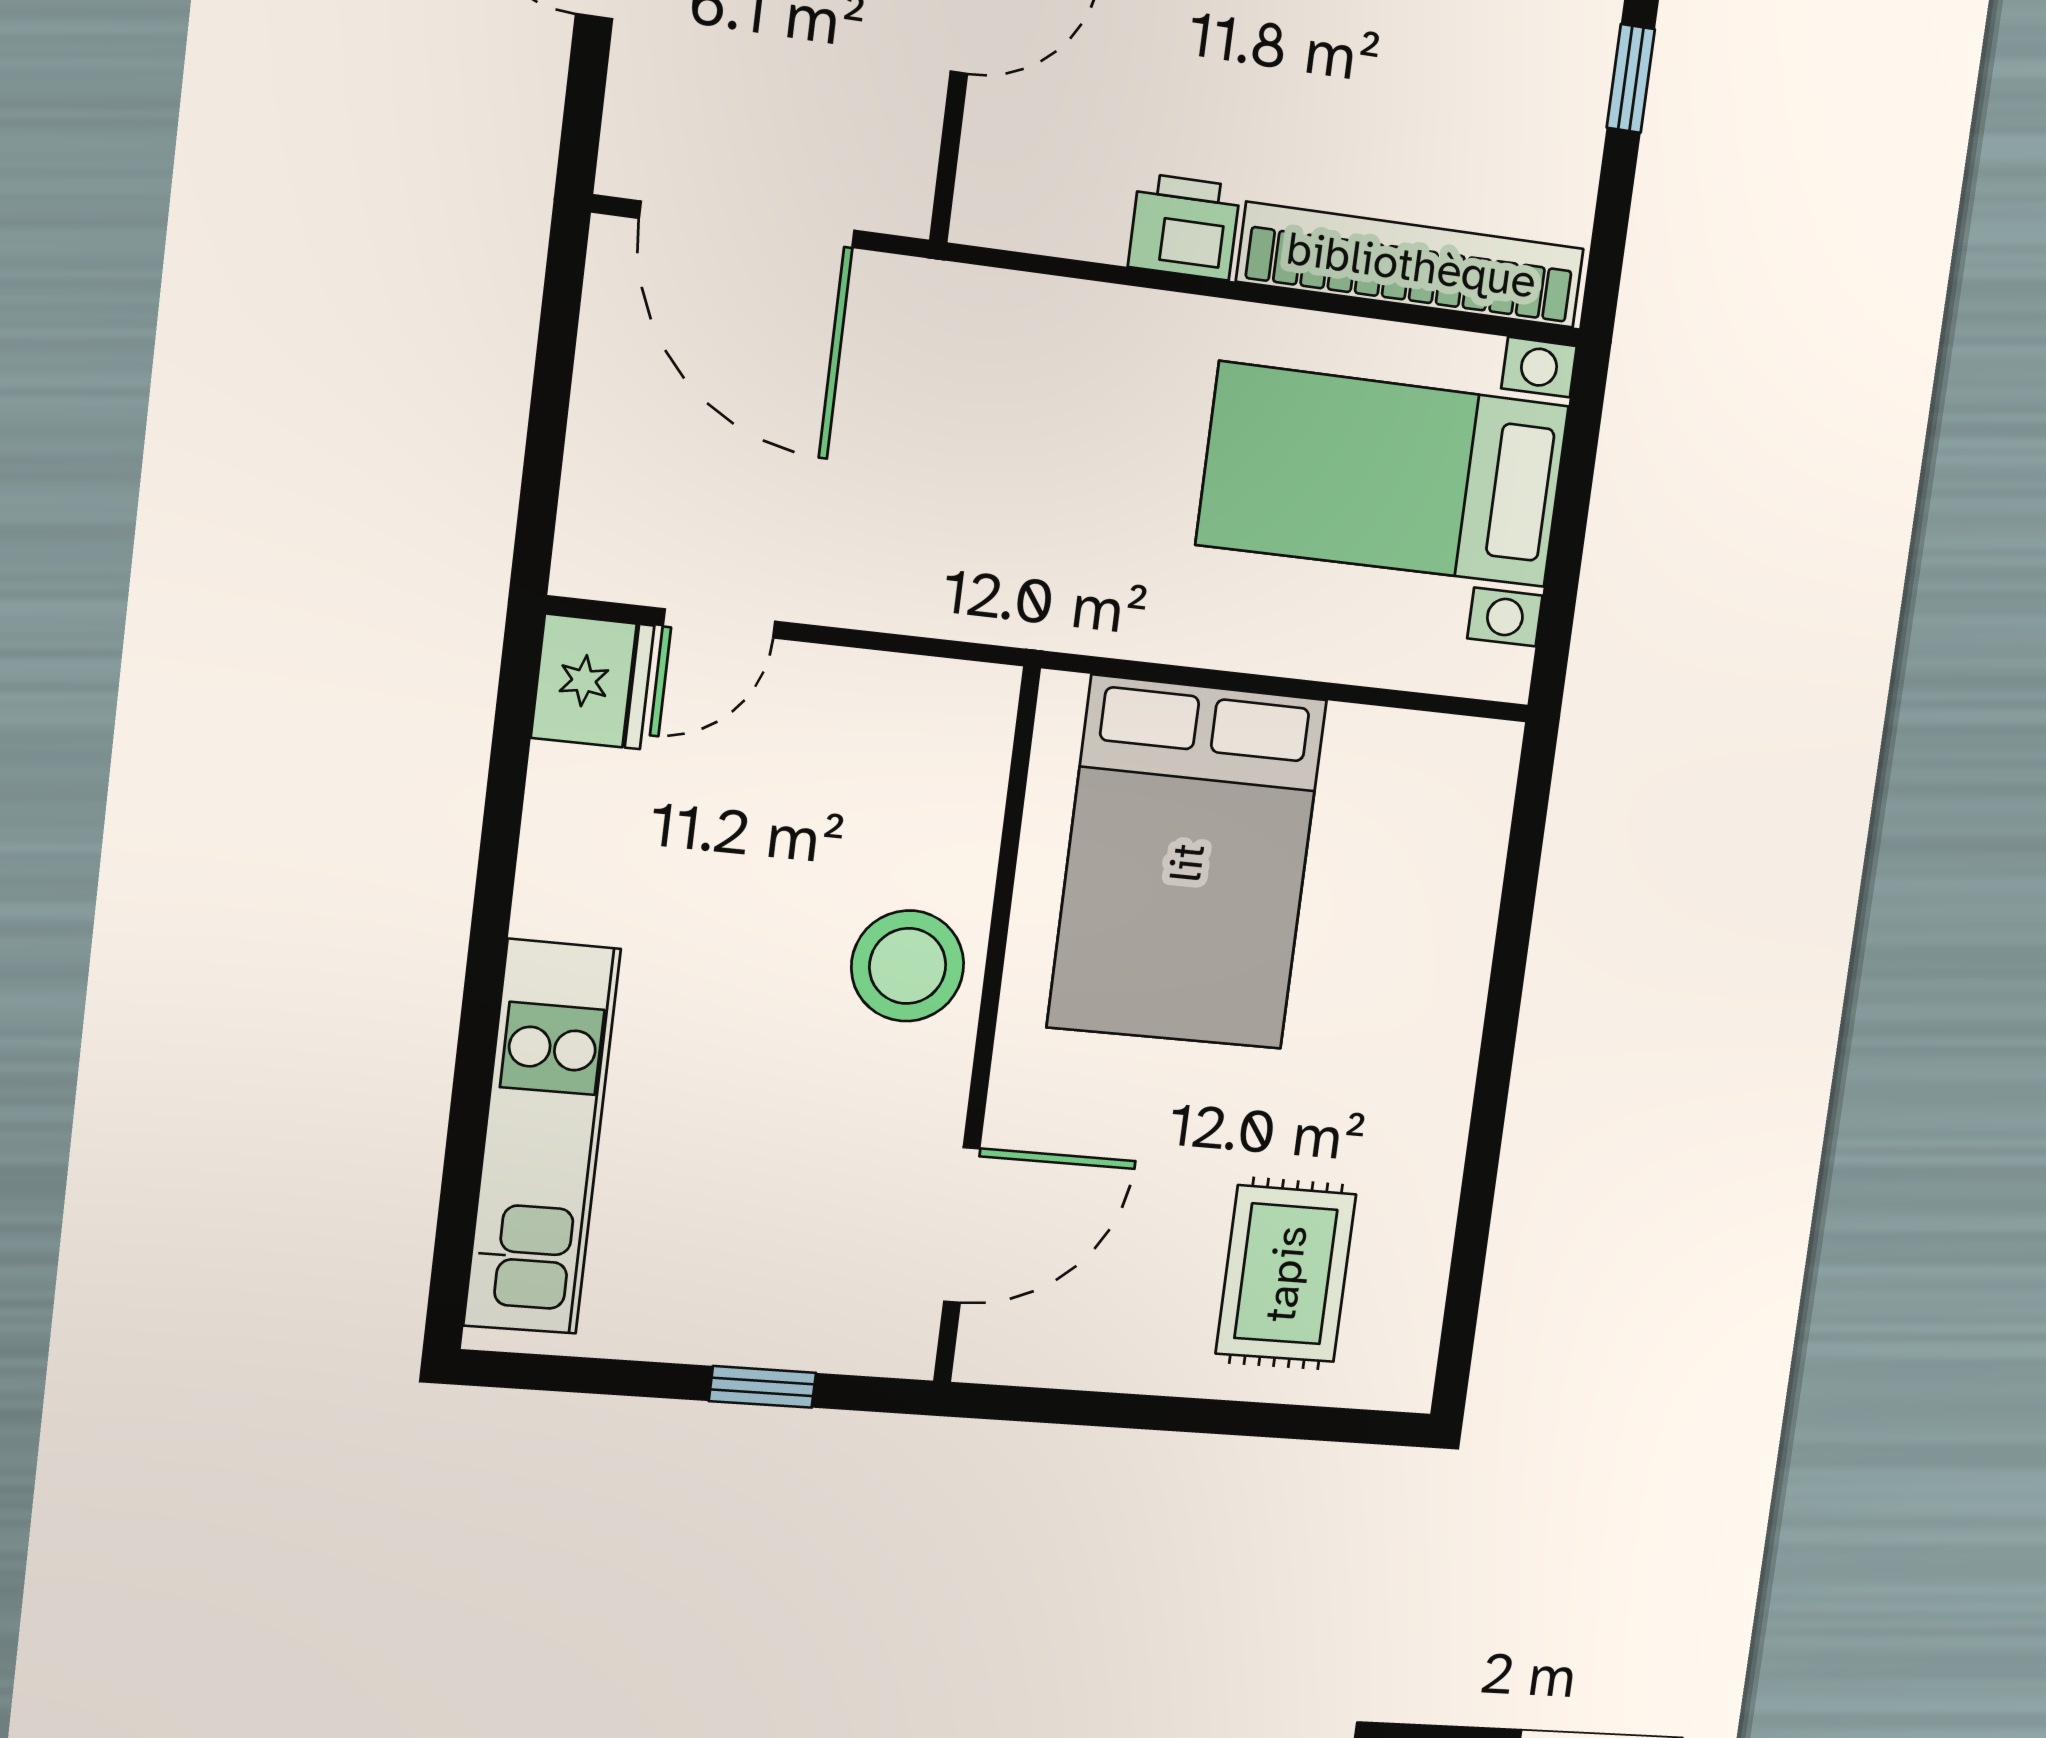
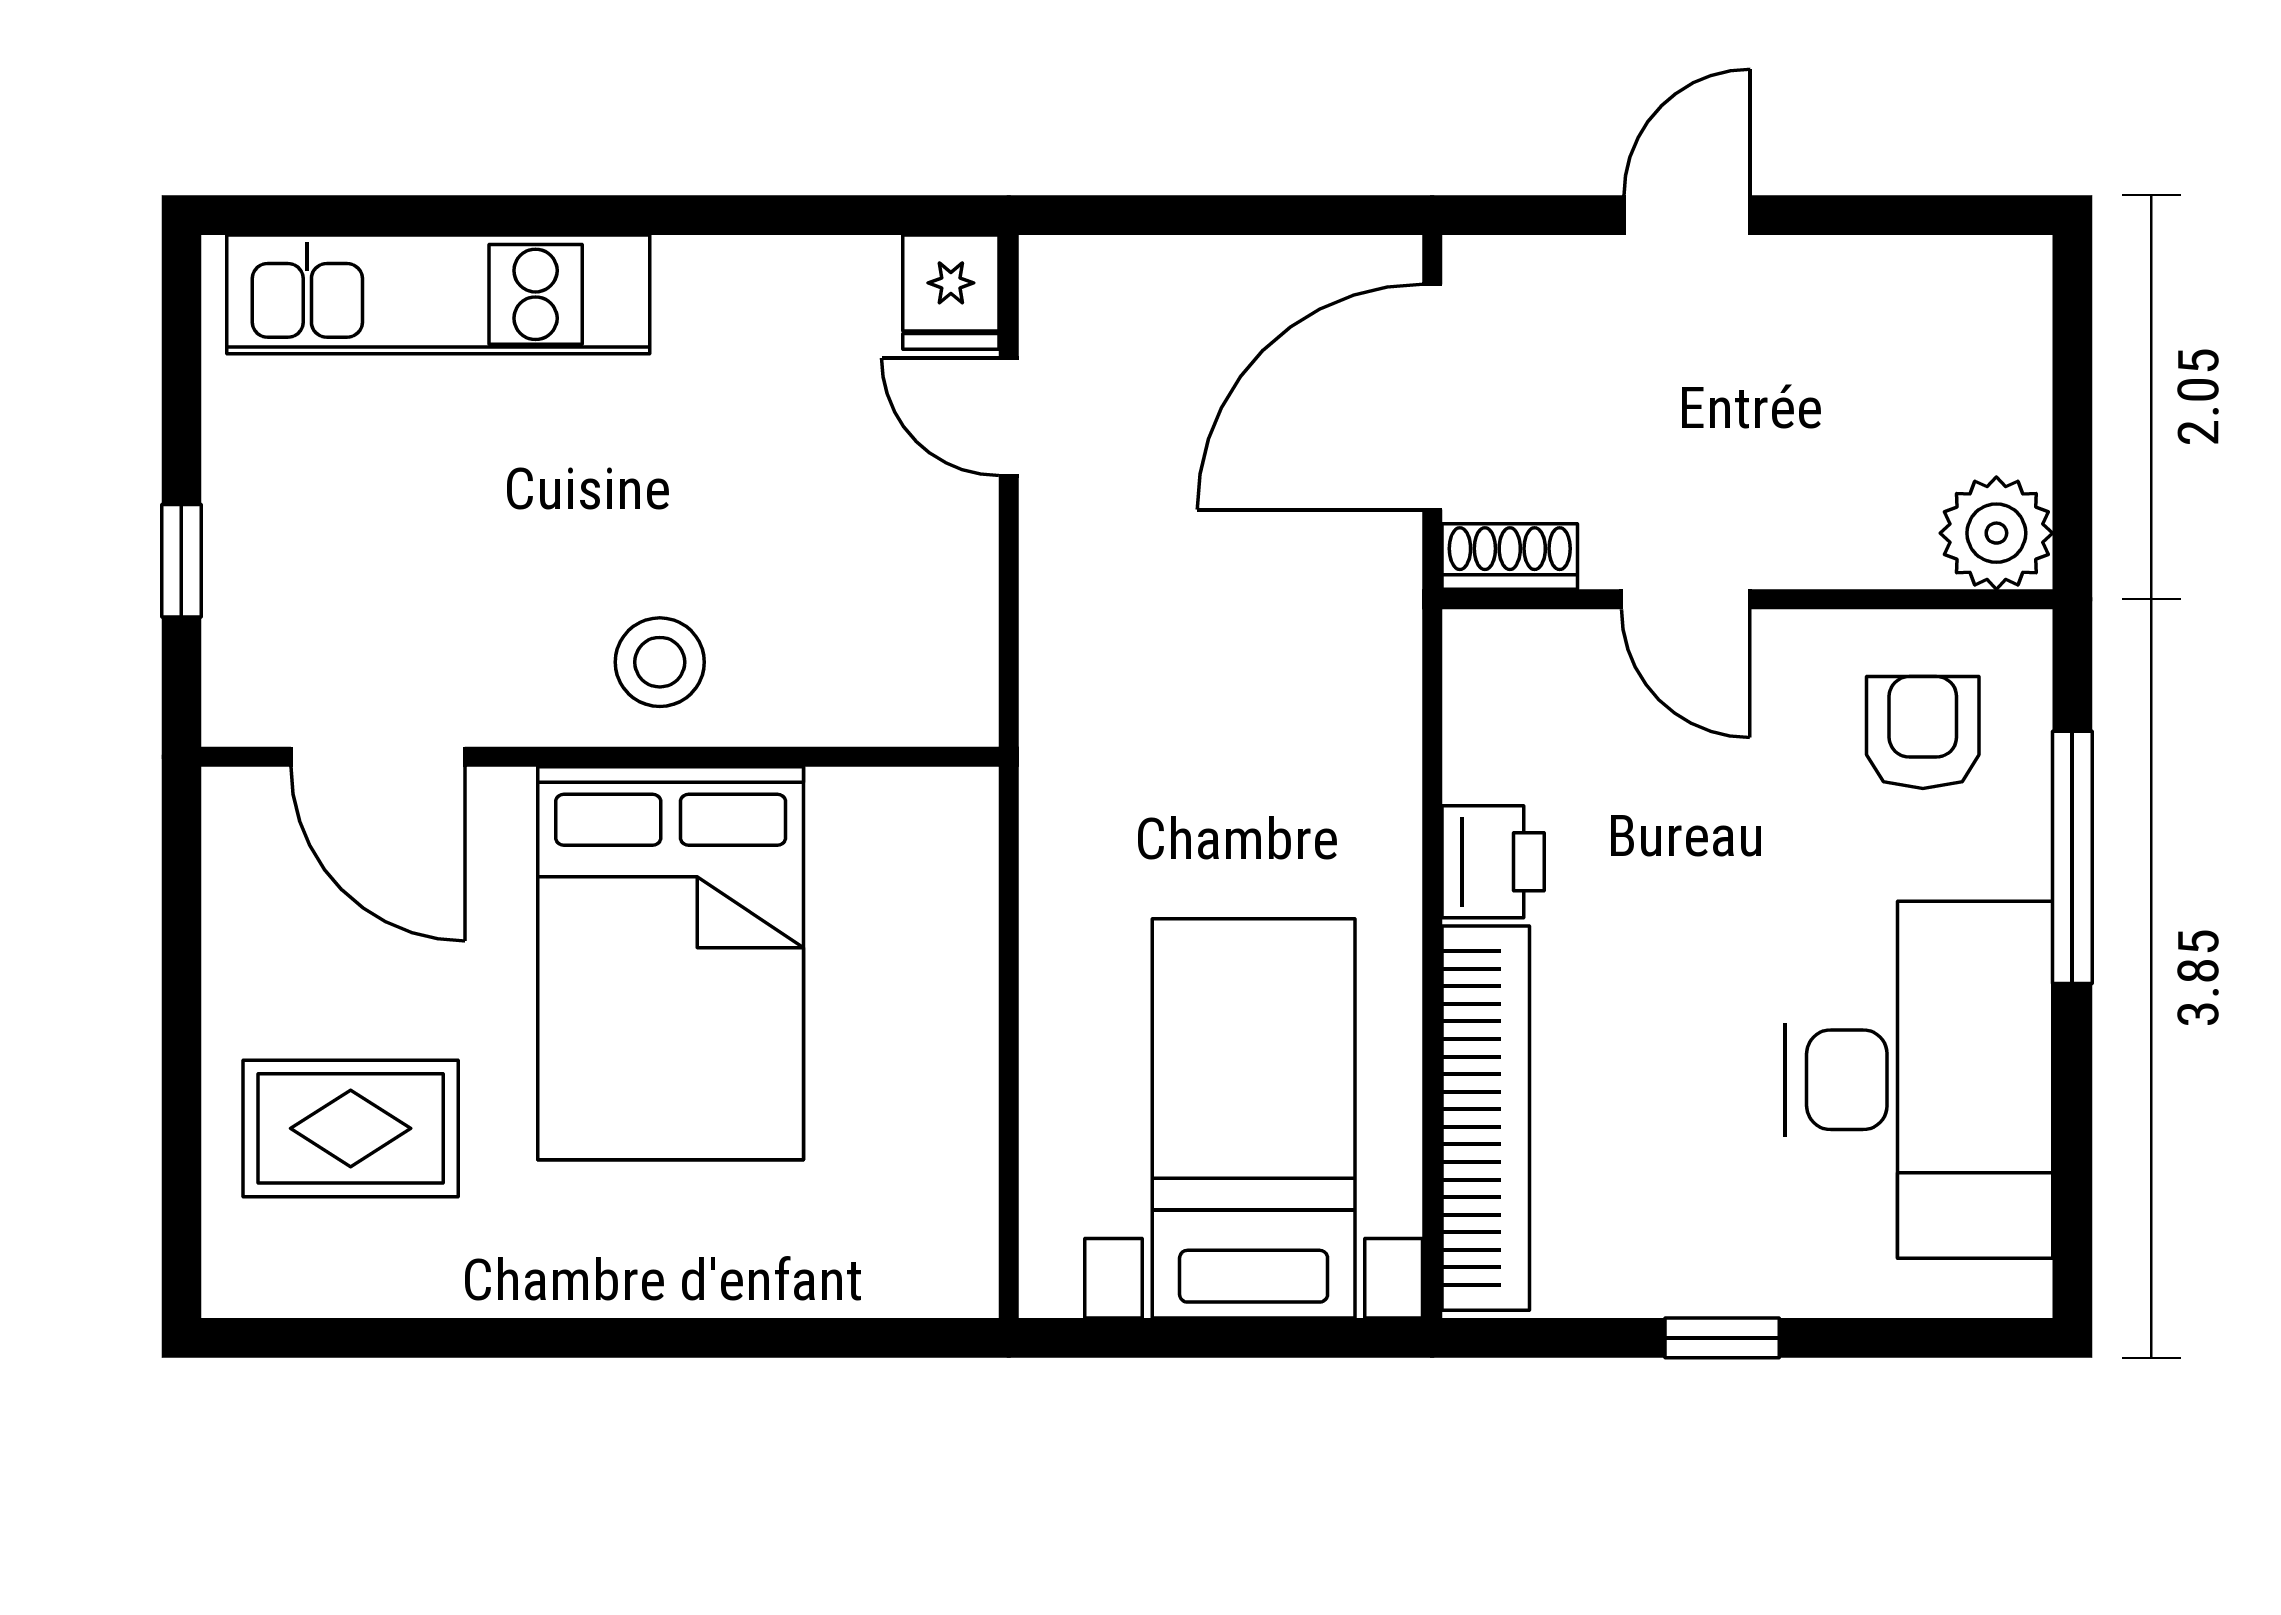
shoe rack: (906, 172) -> (1510, 556), added
fridge: (593, 682) -> (951, 292), width x0.72
bed: (1187, 863) -> (671, 963), moved, turned -90
stool: (908, 966) -> (660, 662), width x0.73, depth x0.73

